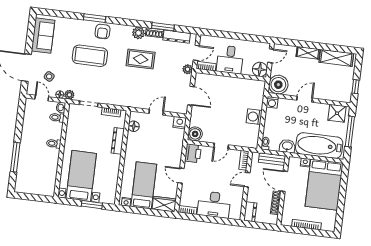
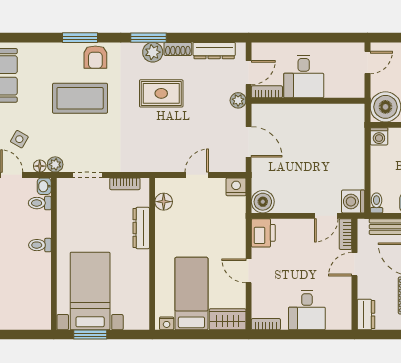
window: (163, 27) -> (149, 38), moved
floor lamp: (260, 69) -> (353, 86), removed
washing machine: (254, 117) -> (353, 201), moved
door: (221, 146) -> (326, 216), moved
desk: (214, 204) -> (307, 310), width x0.73
window: (92, 205) -> (90, 335), moved

